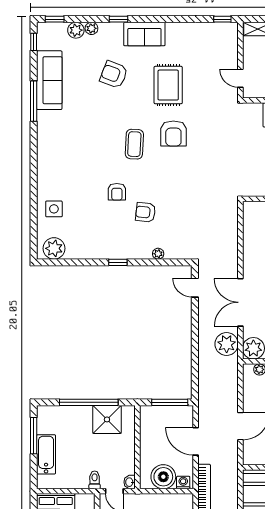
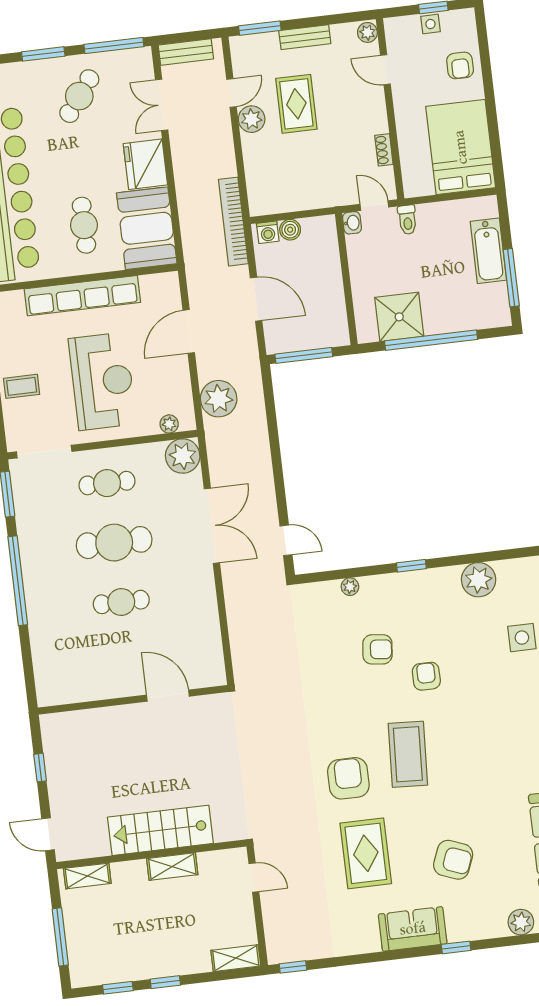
plant: (91, 28) -> (497, 928), removed
coffee table: (134, 144) -> (408, 754), width x1.36, depth x1.32
plant: (54, 248) -> (479, 580), moved
plant: (227, 344) -> (219, 399), moved
boiler: (163, 477) -> (290, 230), width x0.54, depth x0.54

